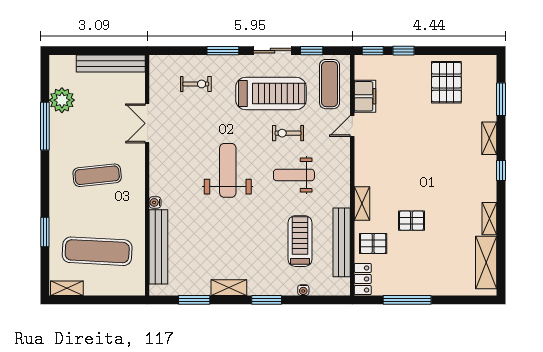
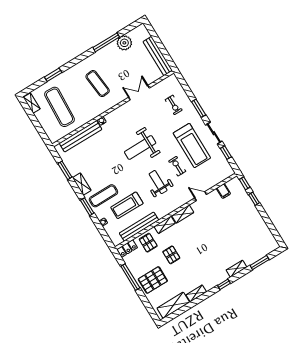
pallet: (446, 82) -> (153, 280), moved
exercise mat: (330, 84) -> (103, 196), moved
filing cabinet: (365, 96) -> (223, 191), width x0.50
shelving: (362, 168) -> (183, 214), added
weight bench: (228, 170) -> (140, 147), turned 180
treadmill: (300, 241) -> (127, 205), turned 180

